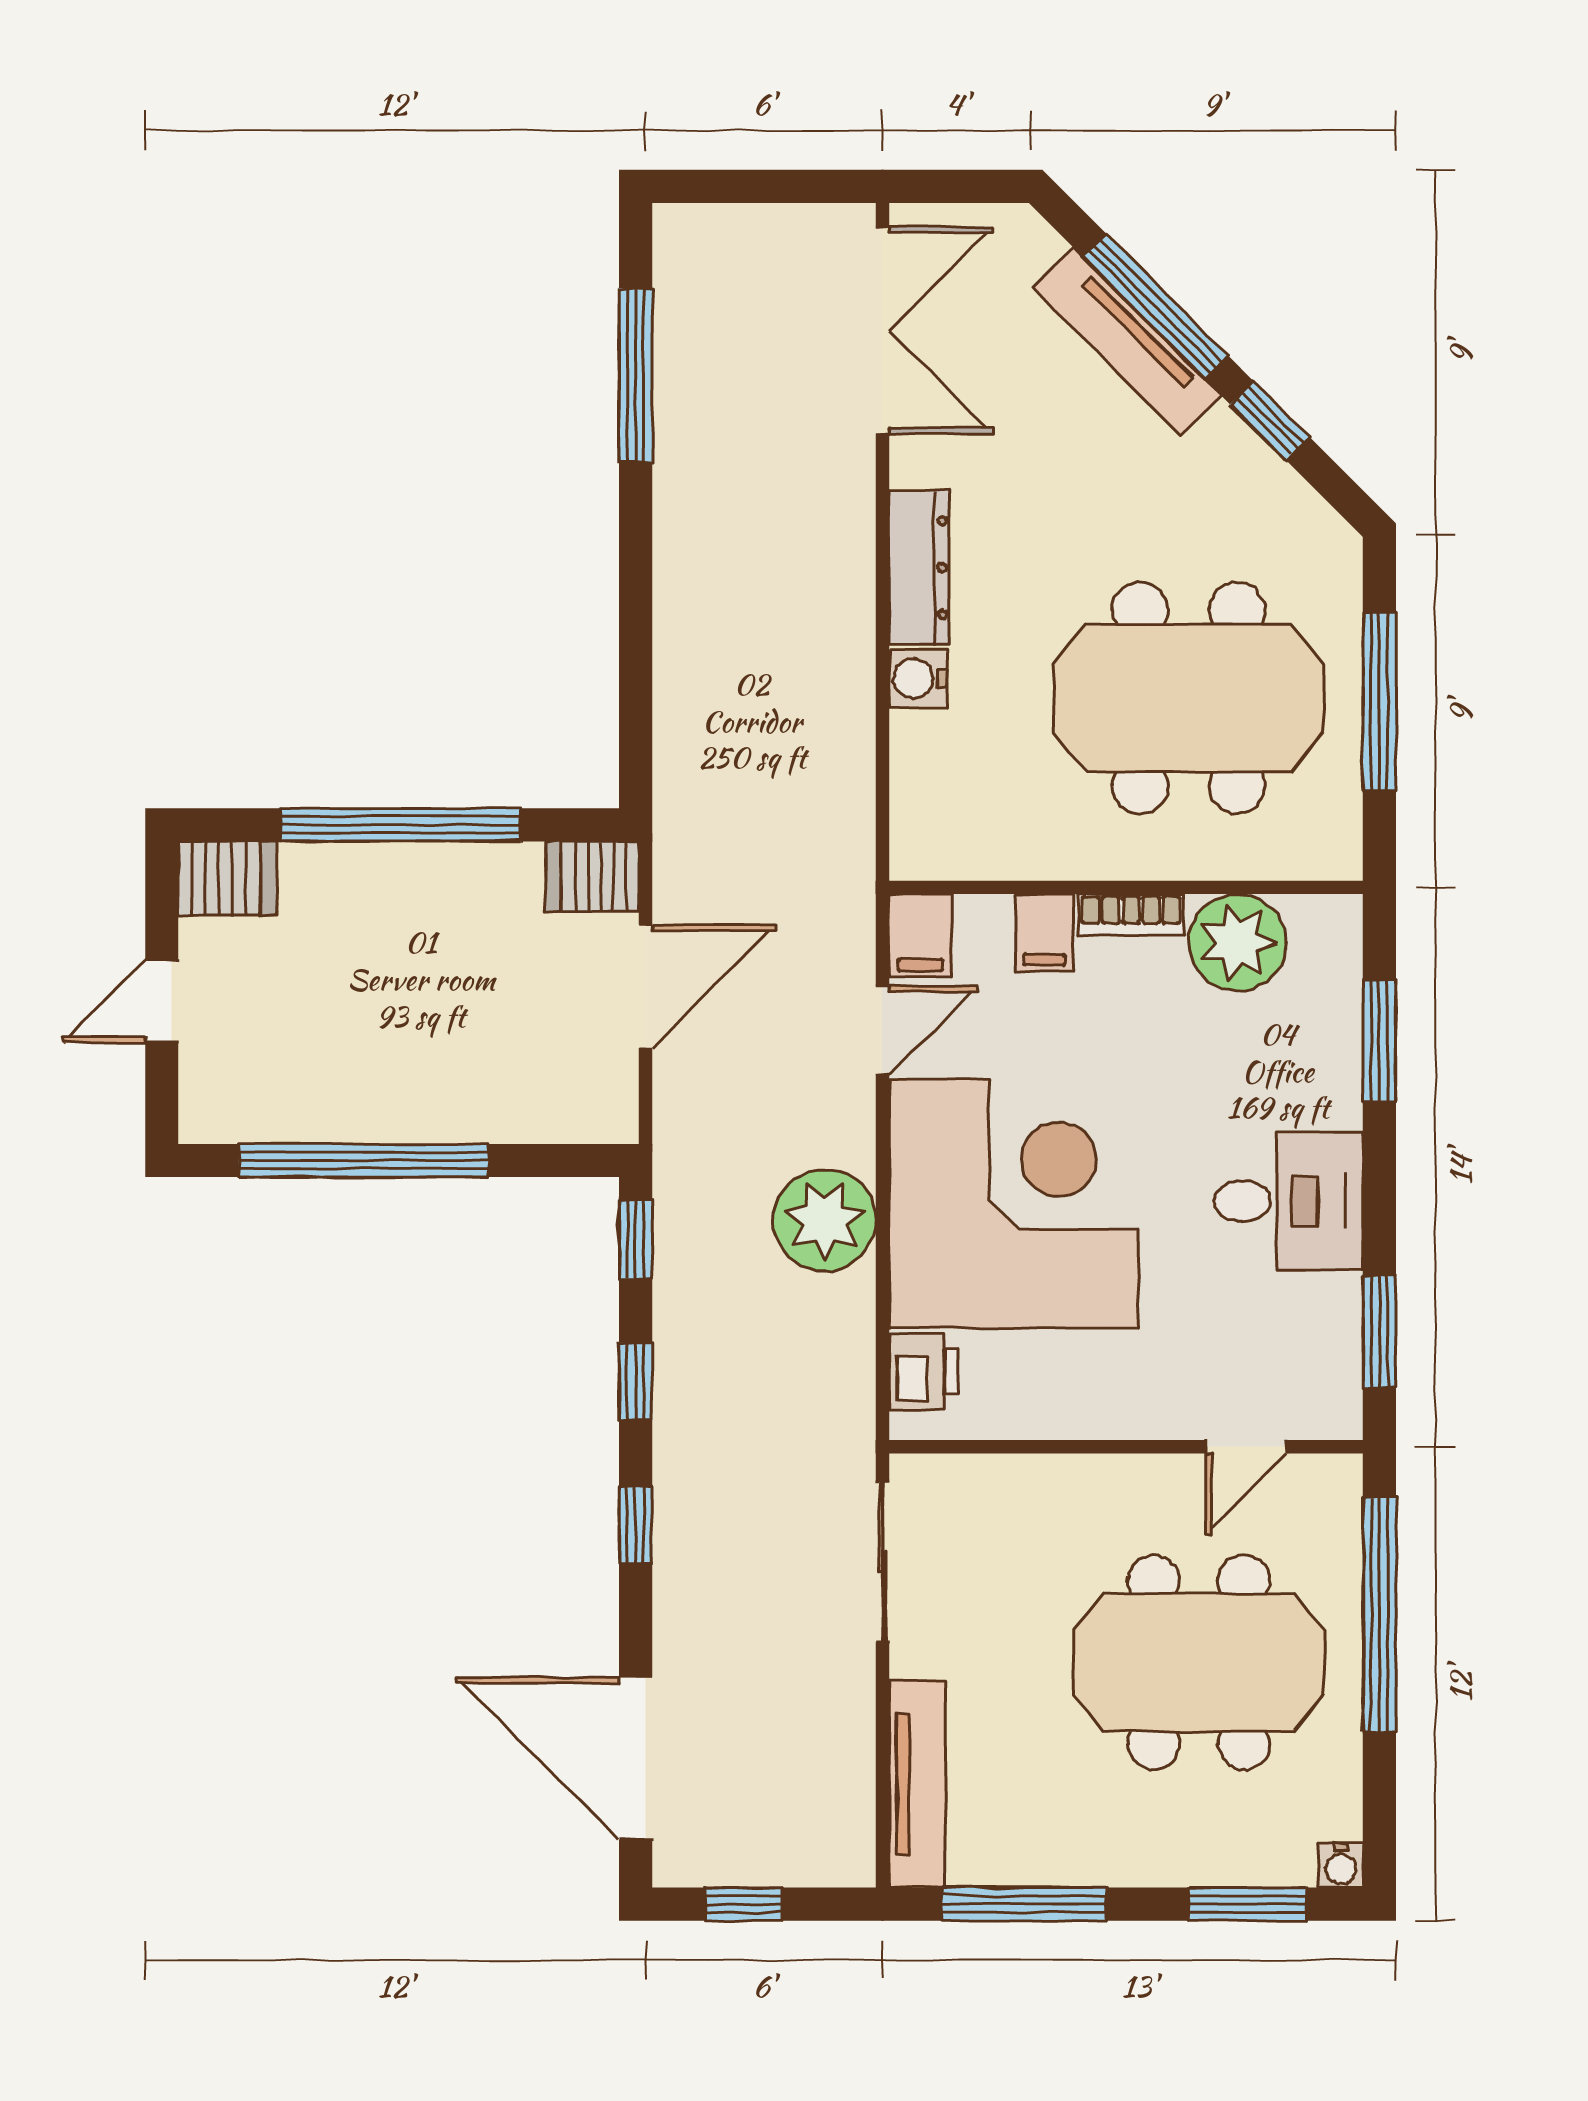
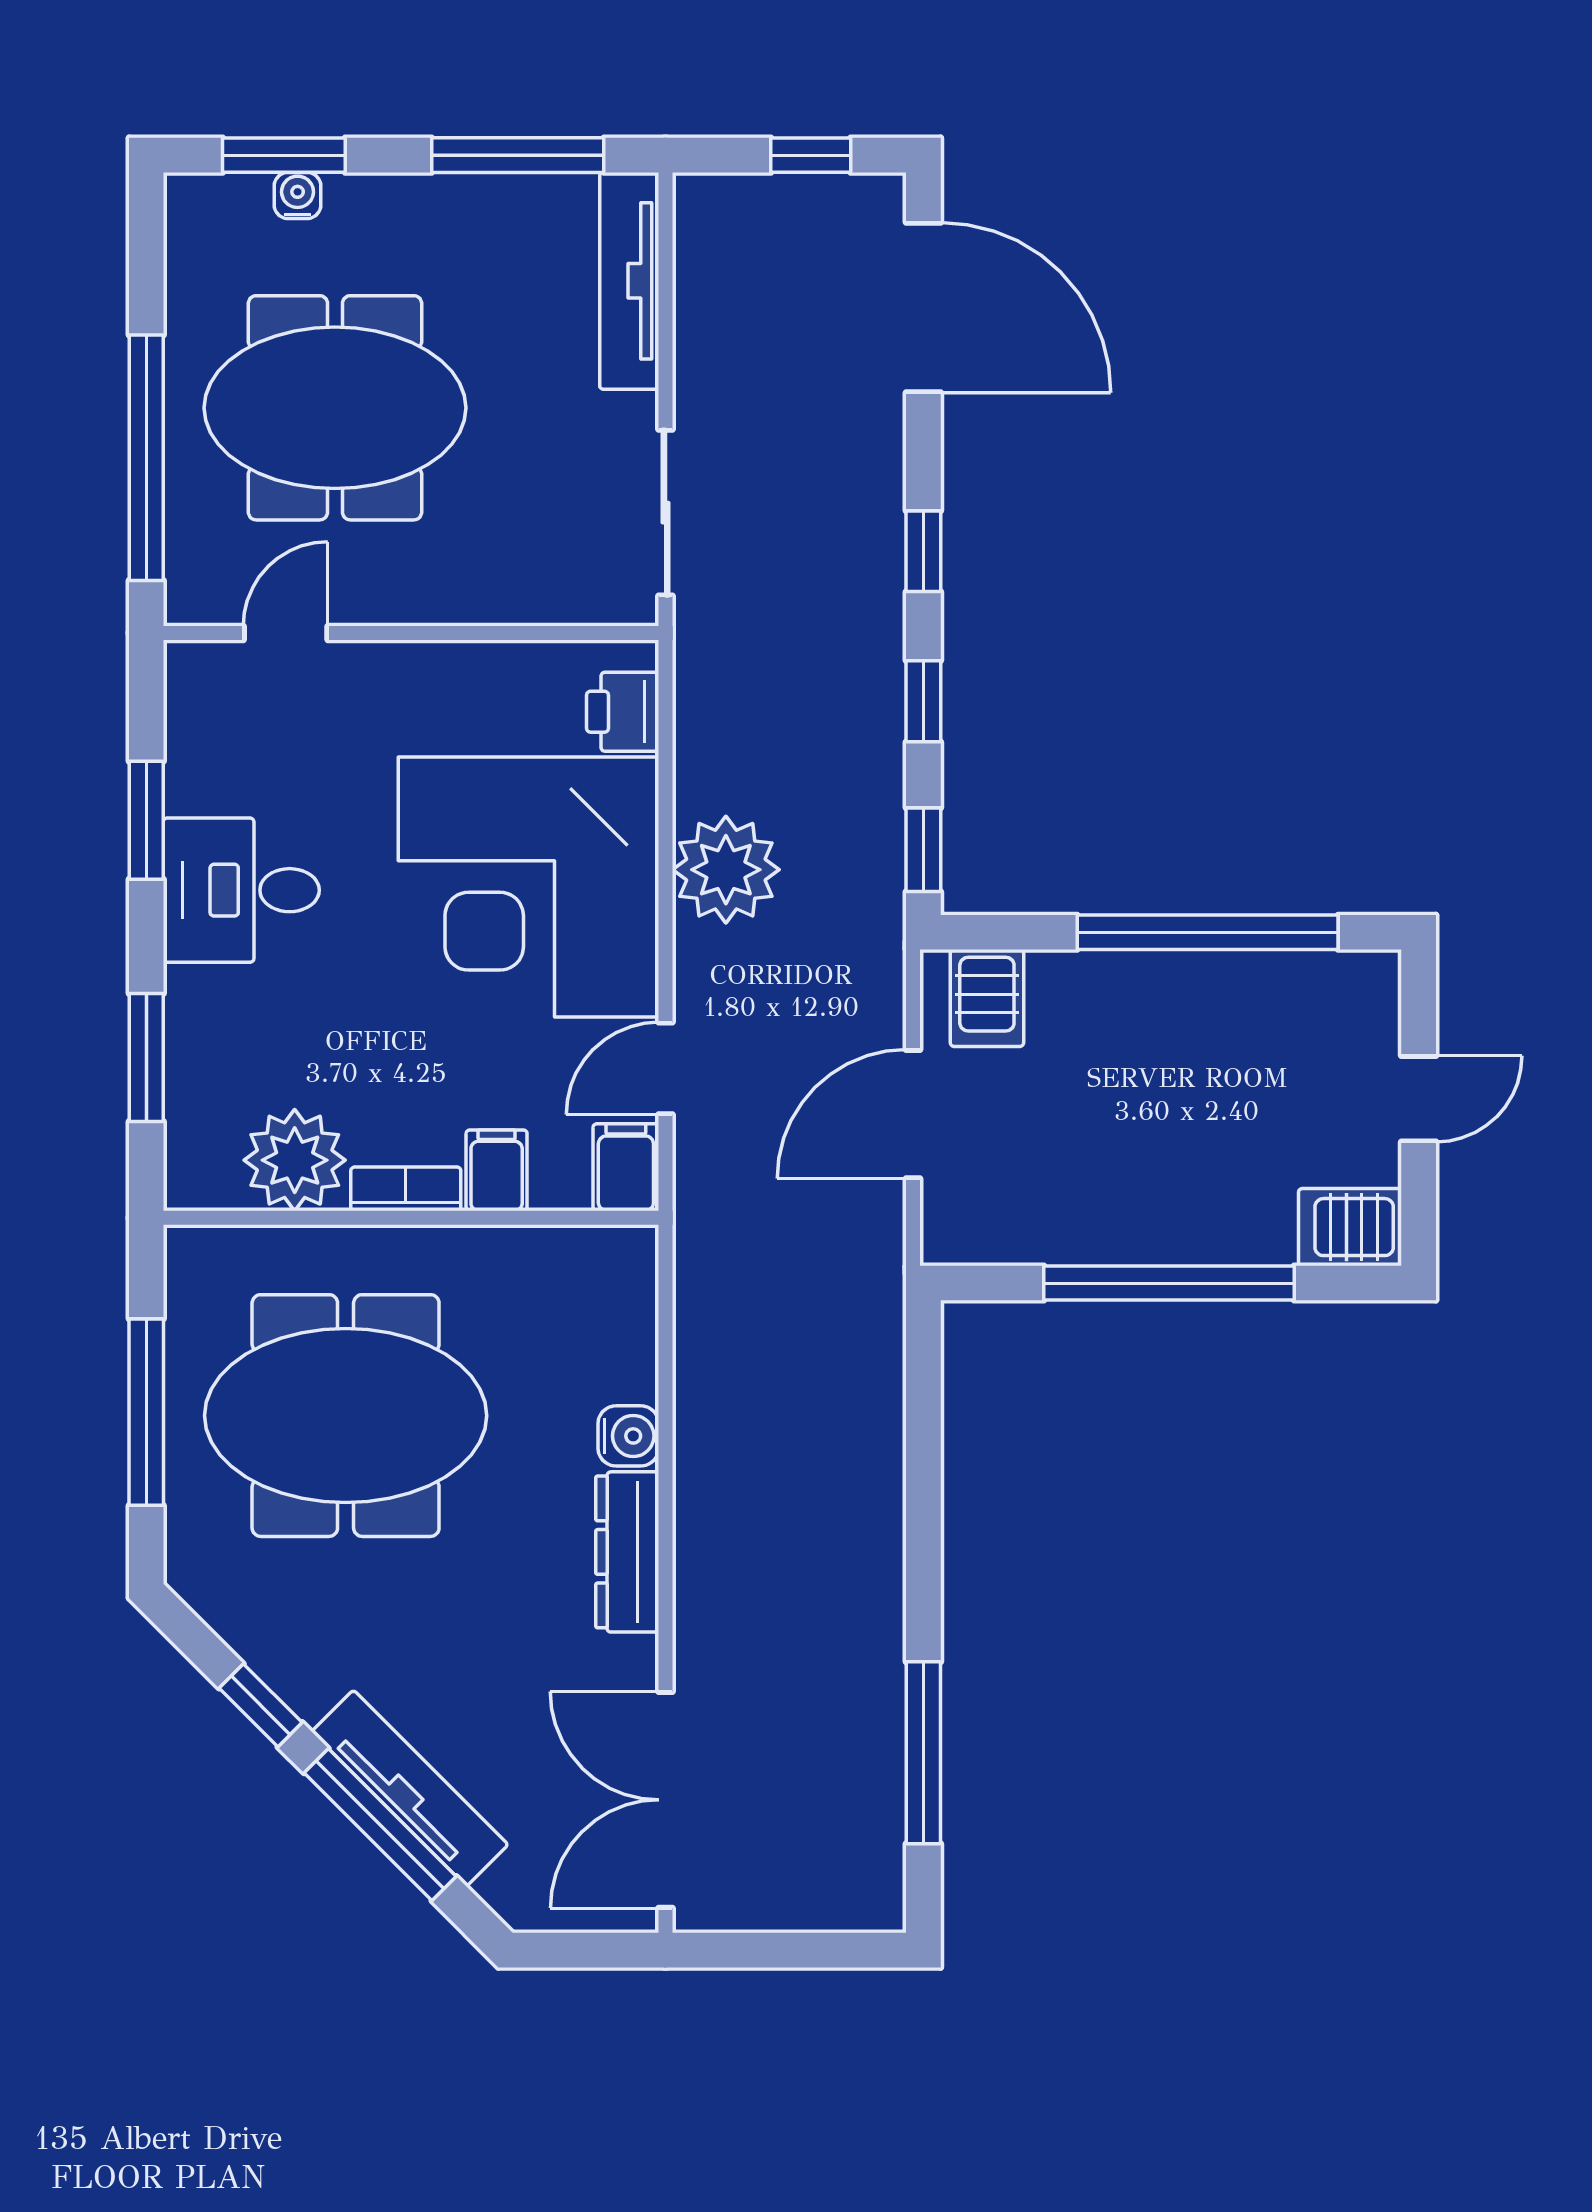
server rack: (592, 876) -> (987, 998), moved, turned 90
window: (1379, 1332) -> (146, 820), moved
water cooler: (1341, 1866) -> (298, 196), moved

